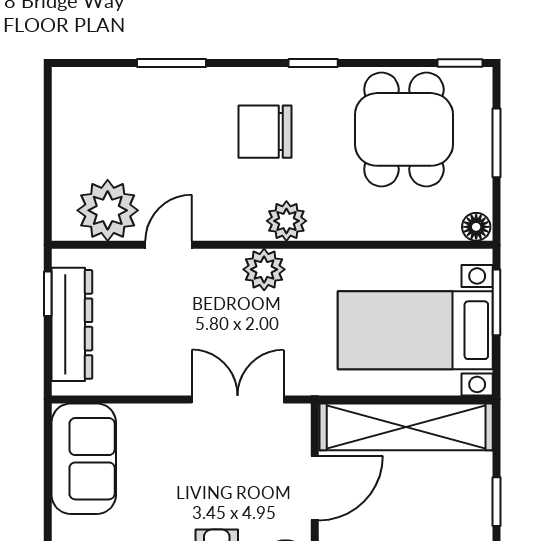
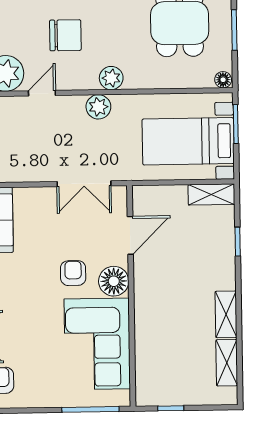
chair: (265, 132) -> (65, 35), moved, turned 180
double door: (238, 399) -> (84, 184), swing flipped
shelving: (406, 427) -> (211, 194), width x0.45, depth x0.75

